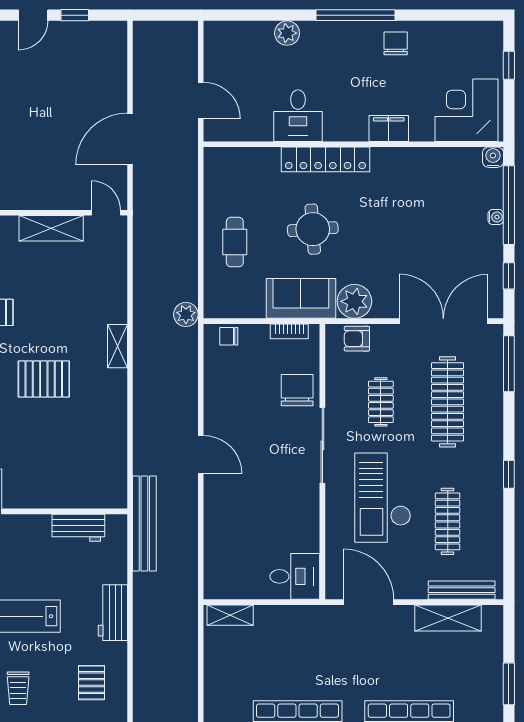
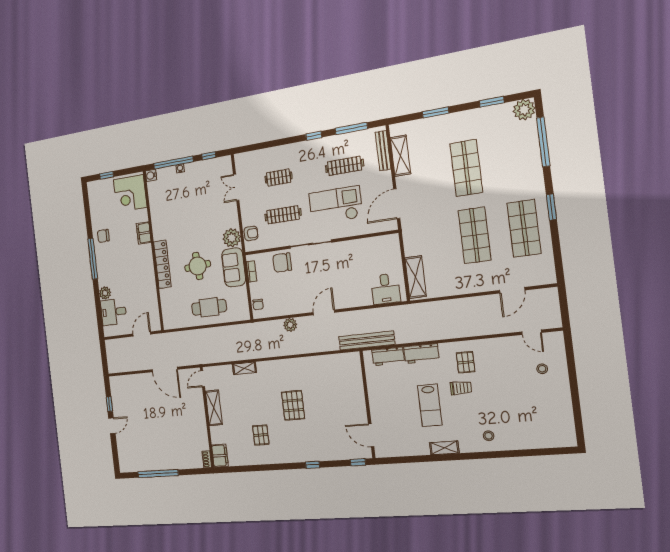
door: (33, 15) -> (112, 426), hinge flipped
desk: (298, 116) -> (114, 312), moved, turned 180
cafe table: (235, 242) -> (209, 307), width x1.37, depth x1.35
plant: (186, 314) -> (290, 325), moved
double door: (443, 321) -> (236, 187), width x0.54
armchair: (357, 339) -> (251, 233), turned -90
shelving: (117, 346) -> (244, 368), moved
window: (509, 364) -> (351, 129), moved
clothes rail: (381, 402) -> (283, 215), width x1.36
clothes rail: (448, 402) -> (279, 178), width x0.54, depth x0.76
checkout: (383, 498) -> (336, 205), turned 180
workbench: (78, 528) -> (388, 356), moved, turned 90
desk: (295, 576) -> (385, 289), moved, turned 180
shelving: (230, 615) -> (416, 277), width x1.50, depth x1.33
pallet: (92, 683) -> (466, 362), turned 90
trolley: (18, 688) -> (461, 388), moved

